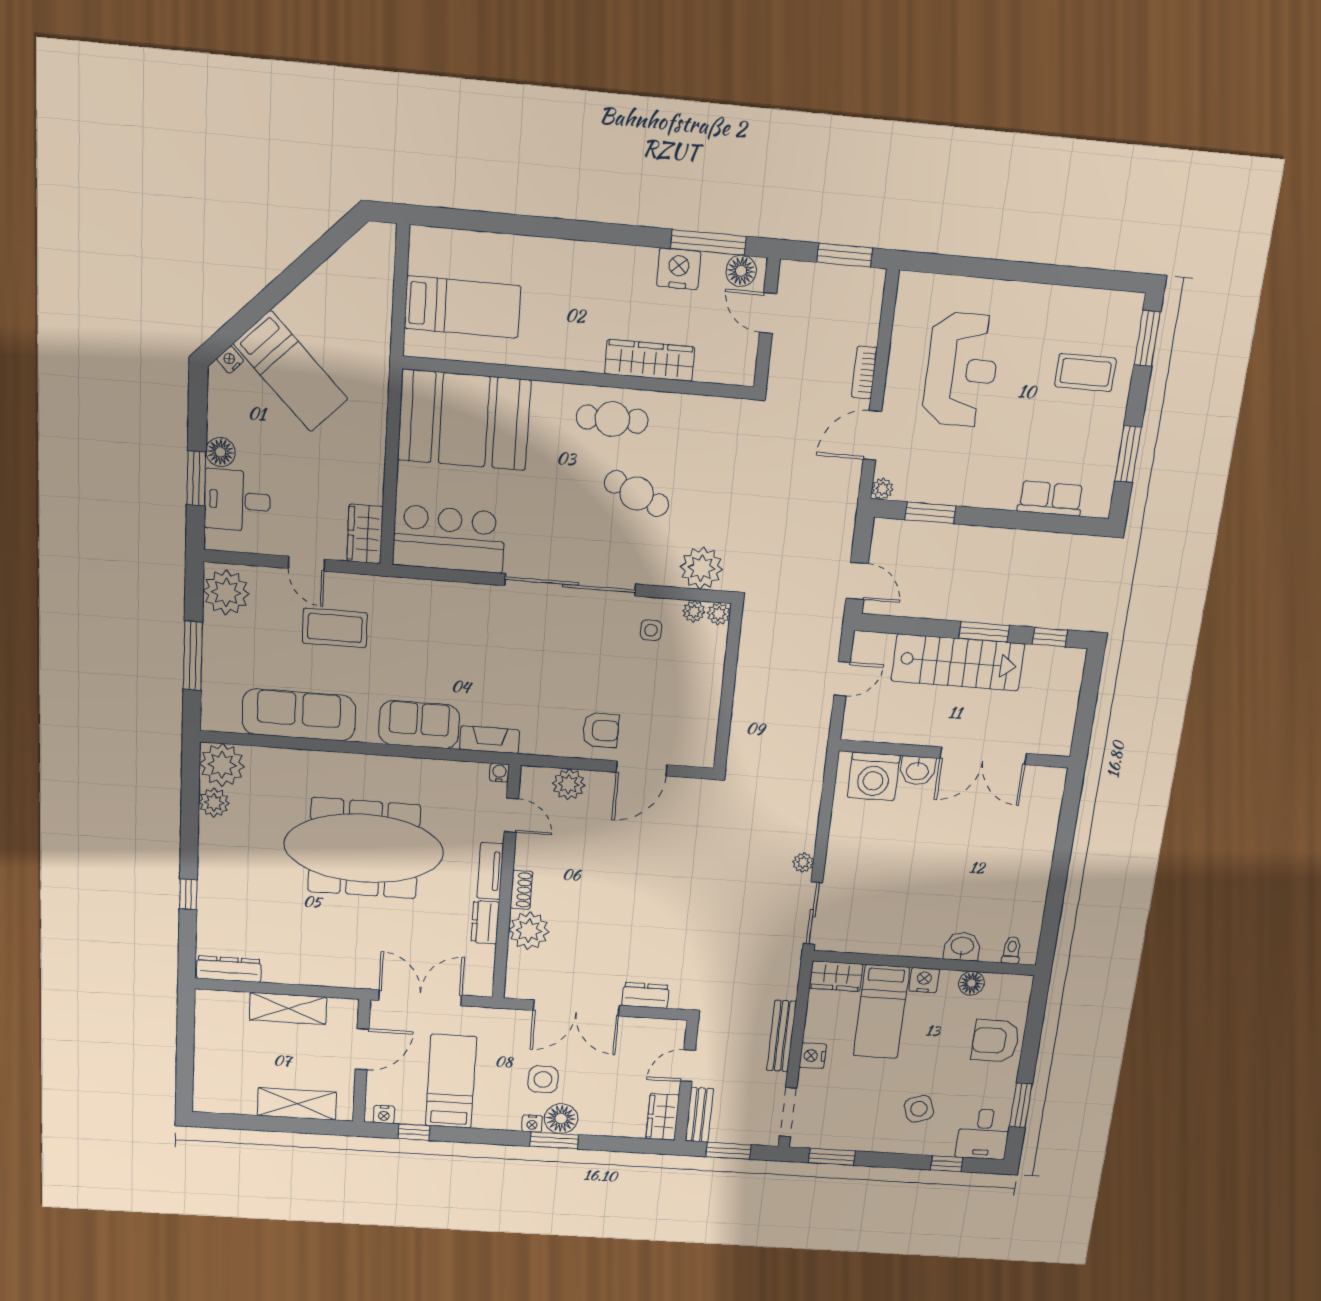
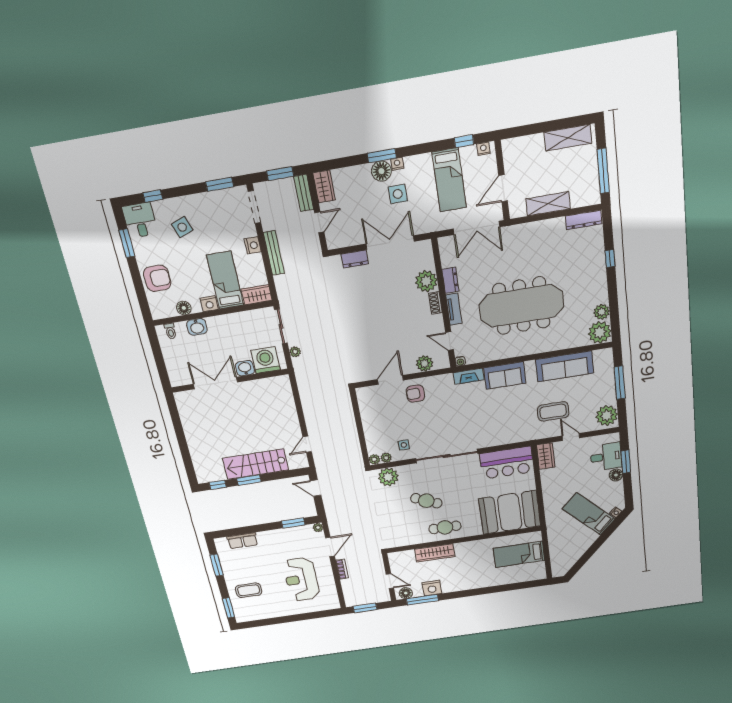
wall: (955, 754) -> (230, 381), moved
double door: (983, 756) -> (215, 383), moved
washbasin: (917, 770) -> (245, 368), moved
washing machine: (874, 776) -> (266, 360), moved
window: (185, 1038) -> (603, 171), added
shelving: (297, 1104) -> (568, 138), moved

